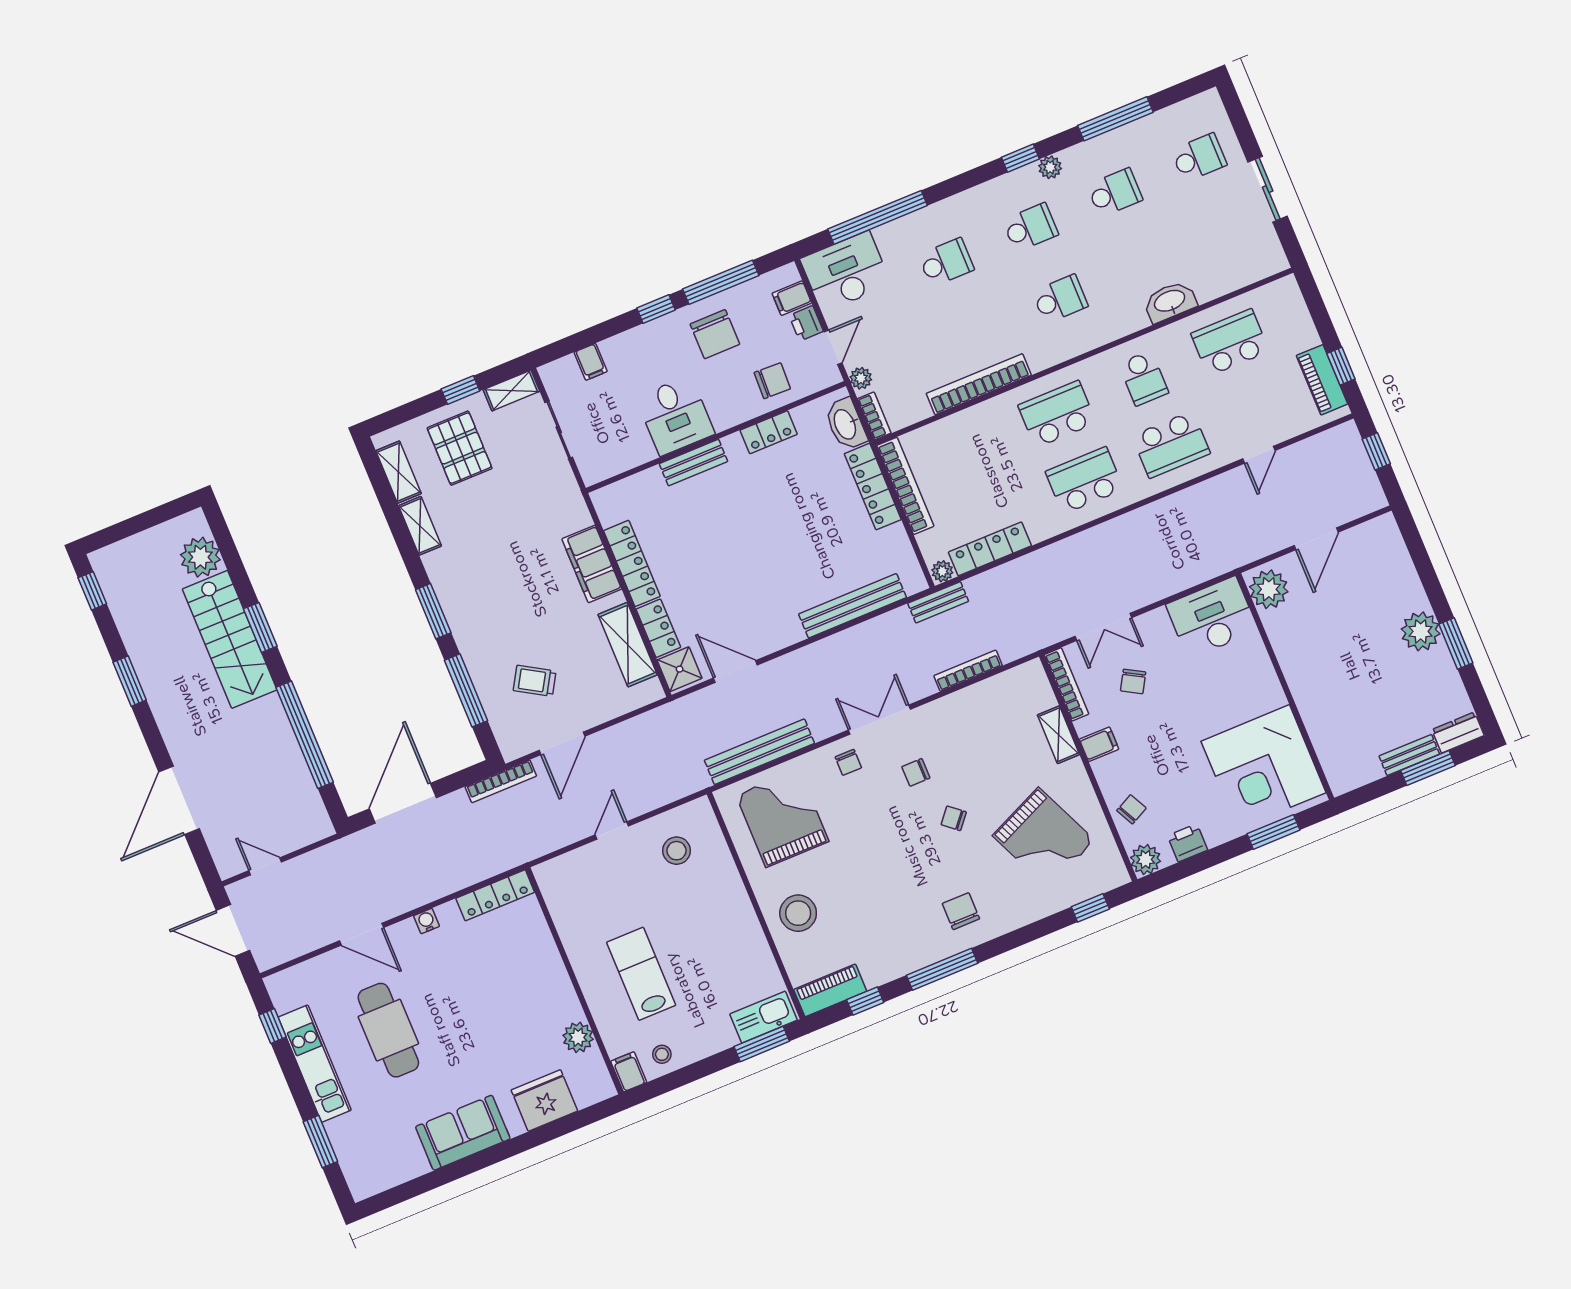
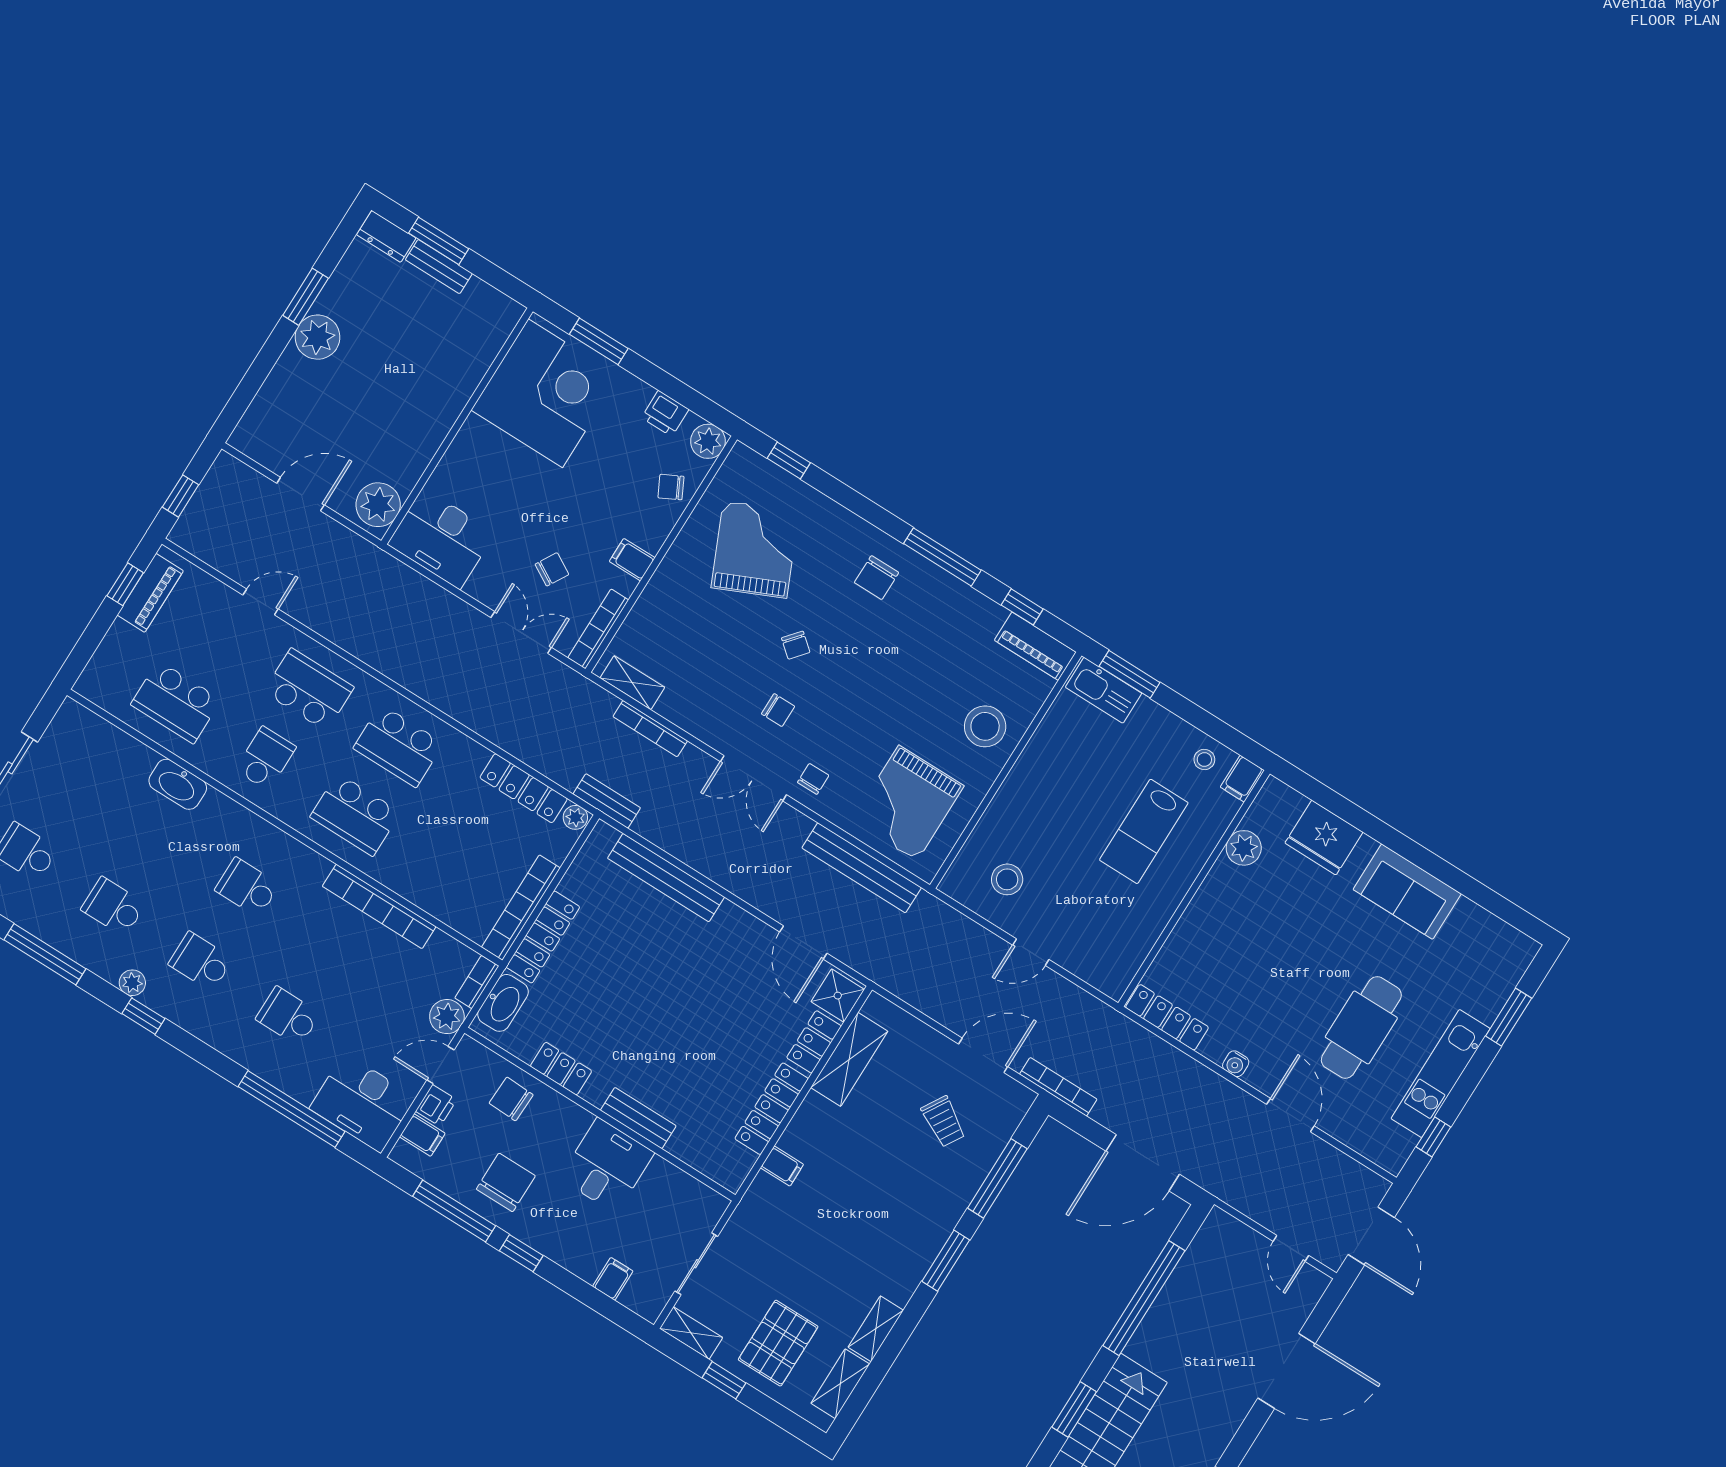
plant: (861, 378) -> (447, 1017), width x1.38, depth x1.38
filing cabinet: (592, 564) -> (782, 1166), width x0.33, depth x0.86
shelving: (1058, 735) -> (632, 683), moved, turned 90

